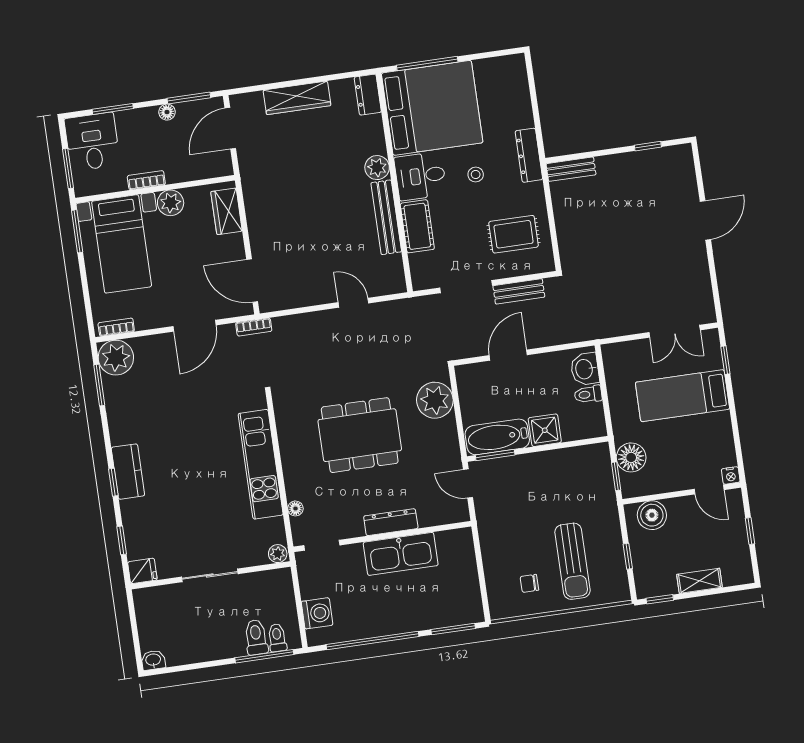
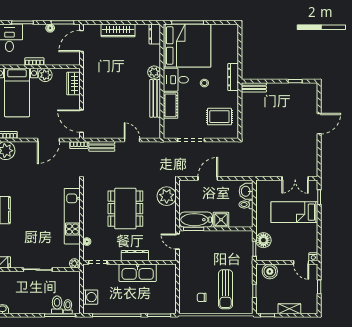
bench: (519, 291) -> (102, 146), moved
dining table: (360, 435) -> (125, 209), turned 90

